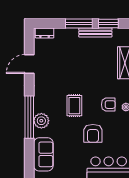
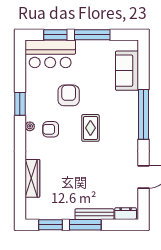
bench: (95, 32) -> (94, 214), moved
plant: (41, 121) -> (129, 110), removed

